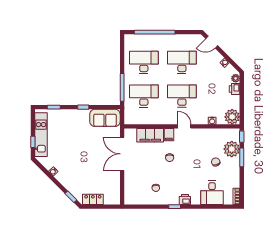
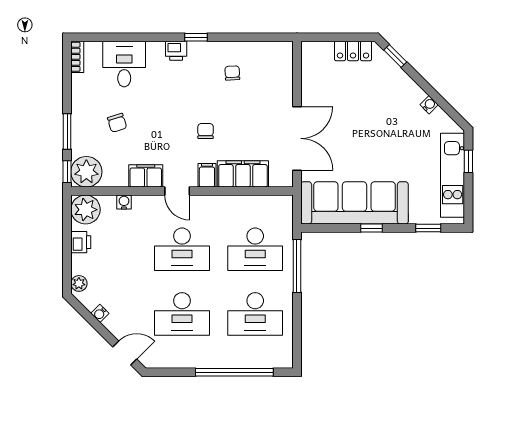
printer: (235, 89) -> (81, 242), moved
sofa: (105, 118) -> (355, 203), width x1.85, depth x1.27
filing cabinet: (201, 134) -> (146, 176), added
plant: (232, 149) -> (86, 172), moved

